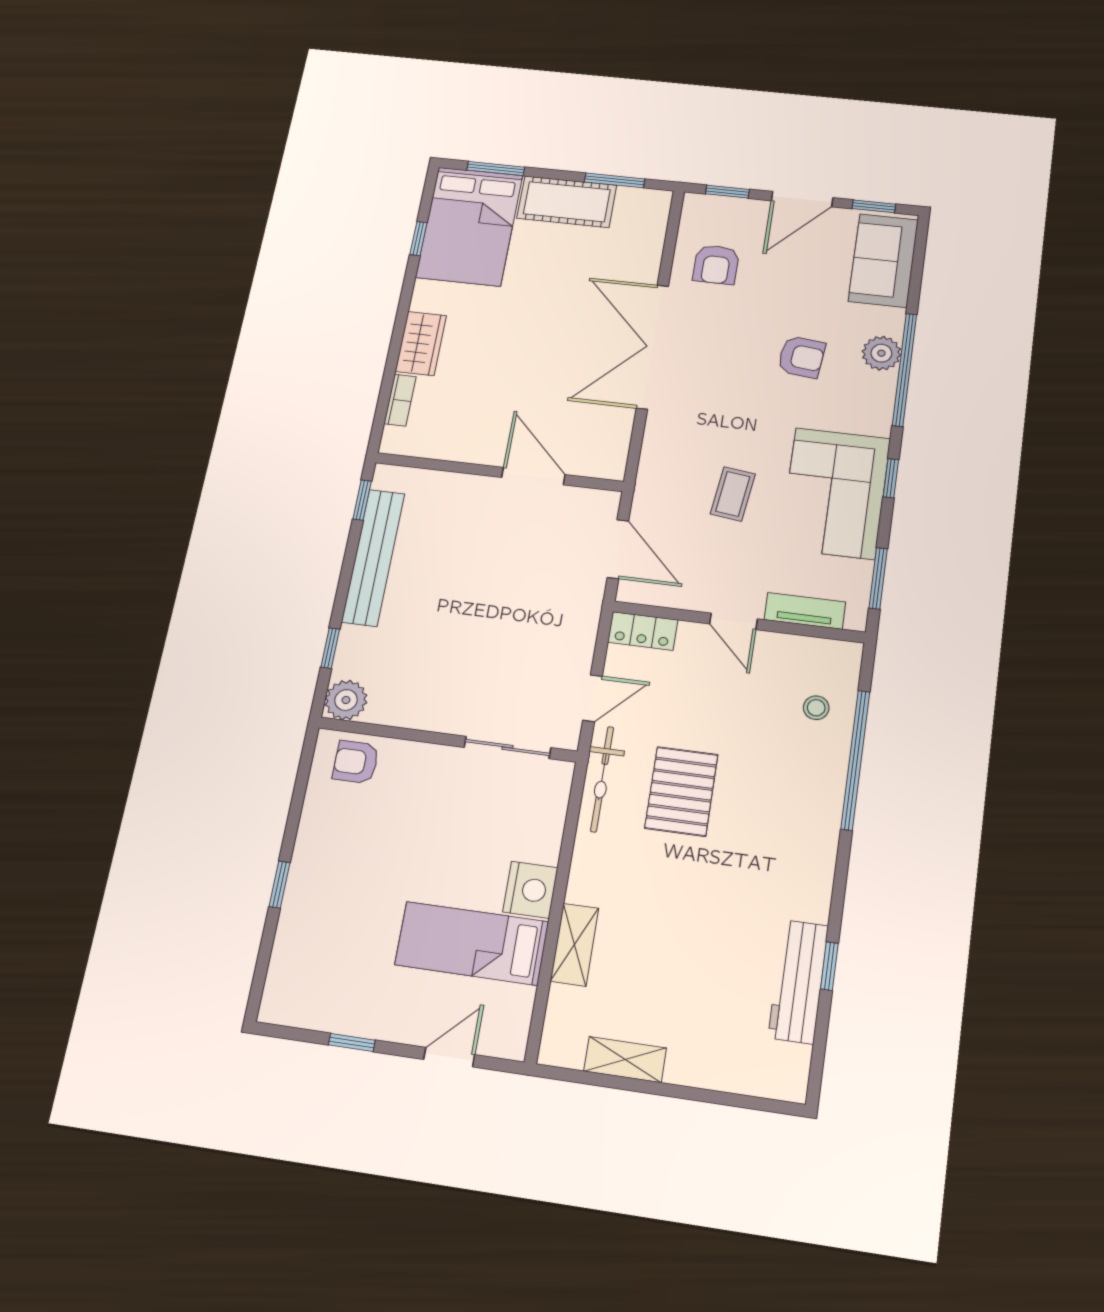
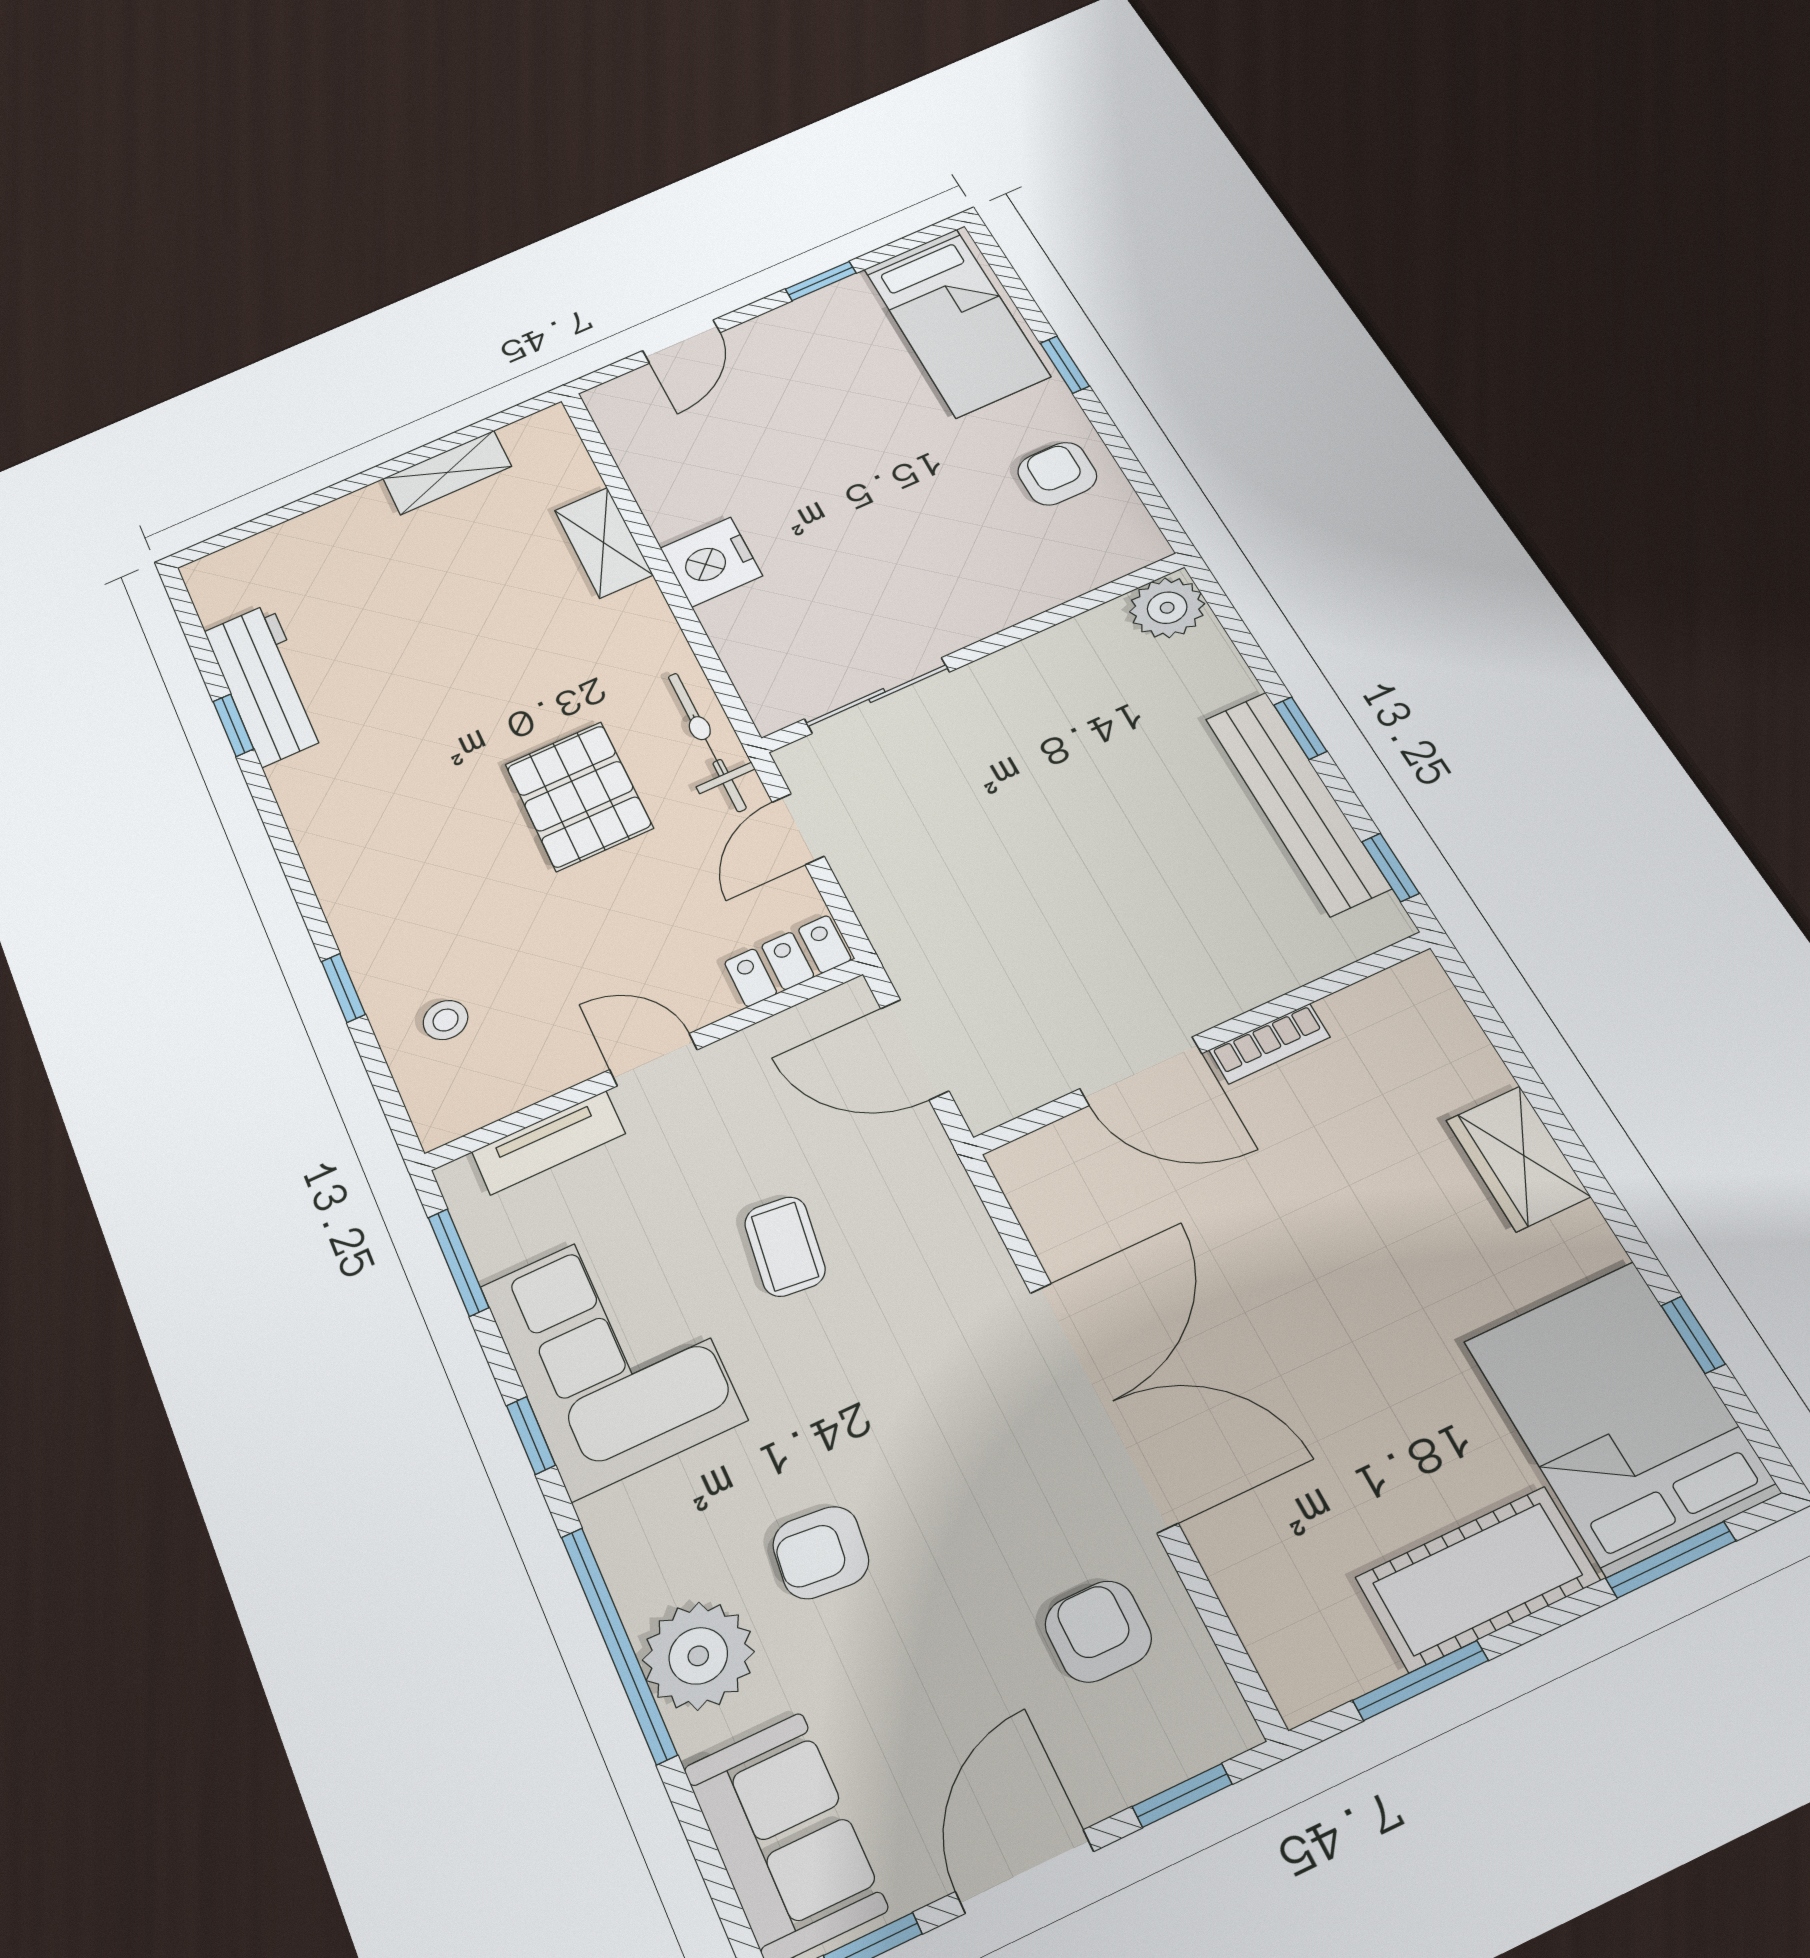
plant: (881, 353) -> (698, 1656), width x1.36, depth x1.36
bookcase: (400, 400) -> (1269, 1044), moved, turned -90
window: (330, 648) -> (1300, 728), moved
window: (855, 760) -> (343, 988), width x0.32
armchair: (356, 762) -> (1057, 474), moved, turned -90
bed: (472, 943) -> (956, 322), moved, turned 90

